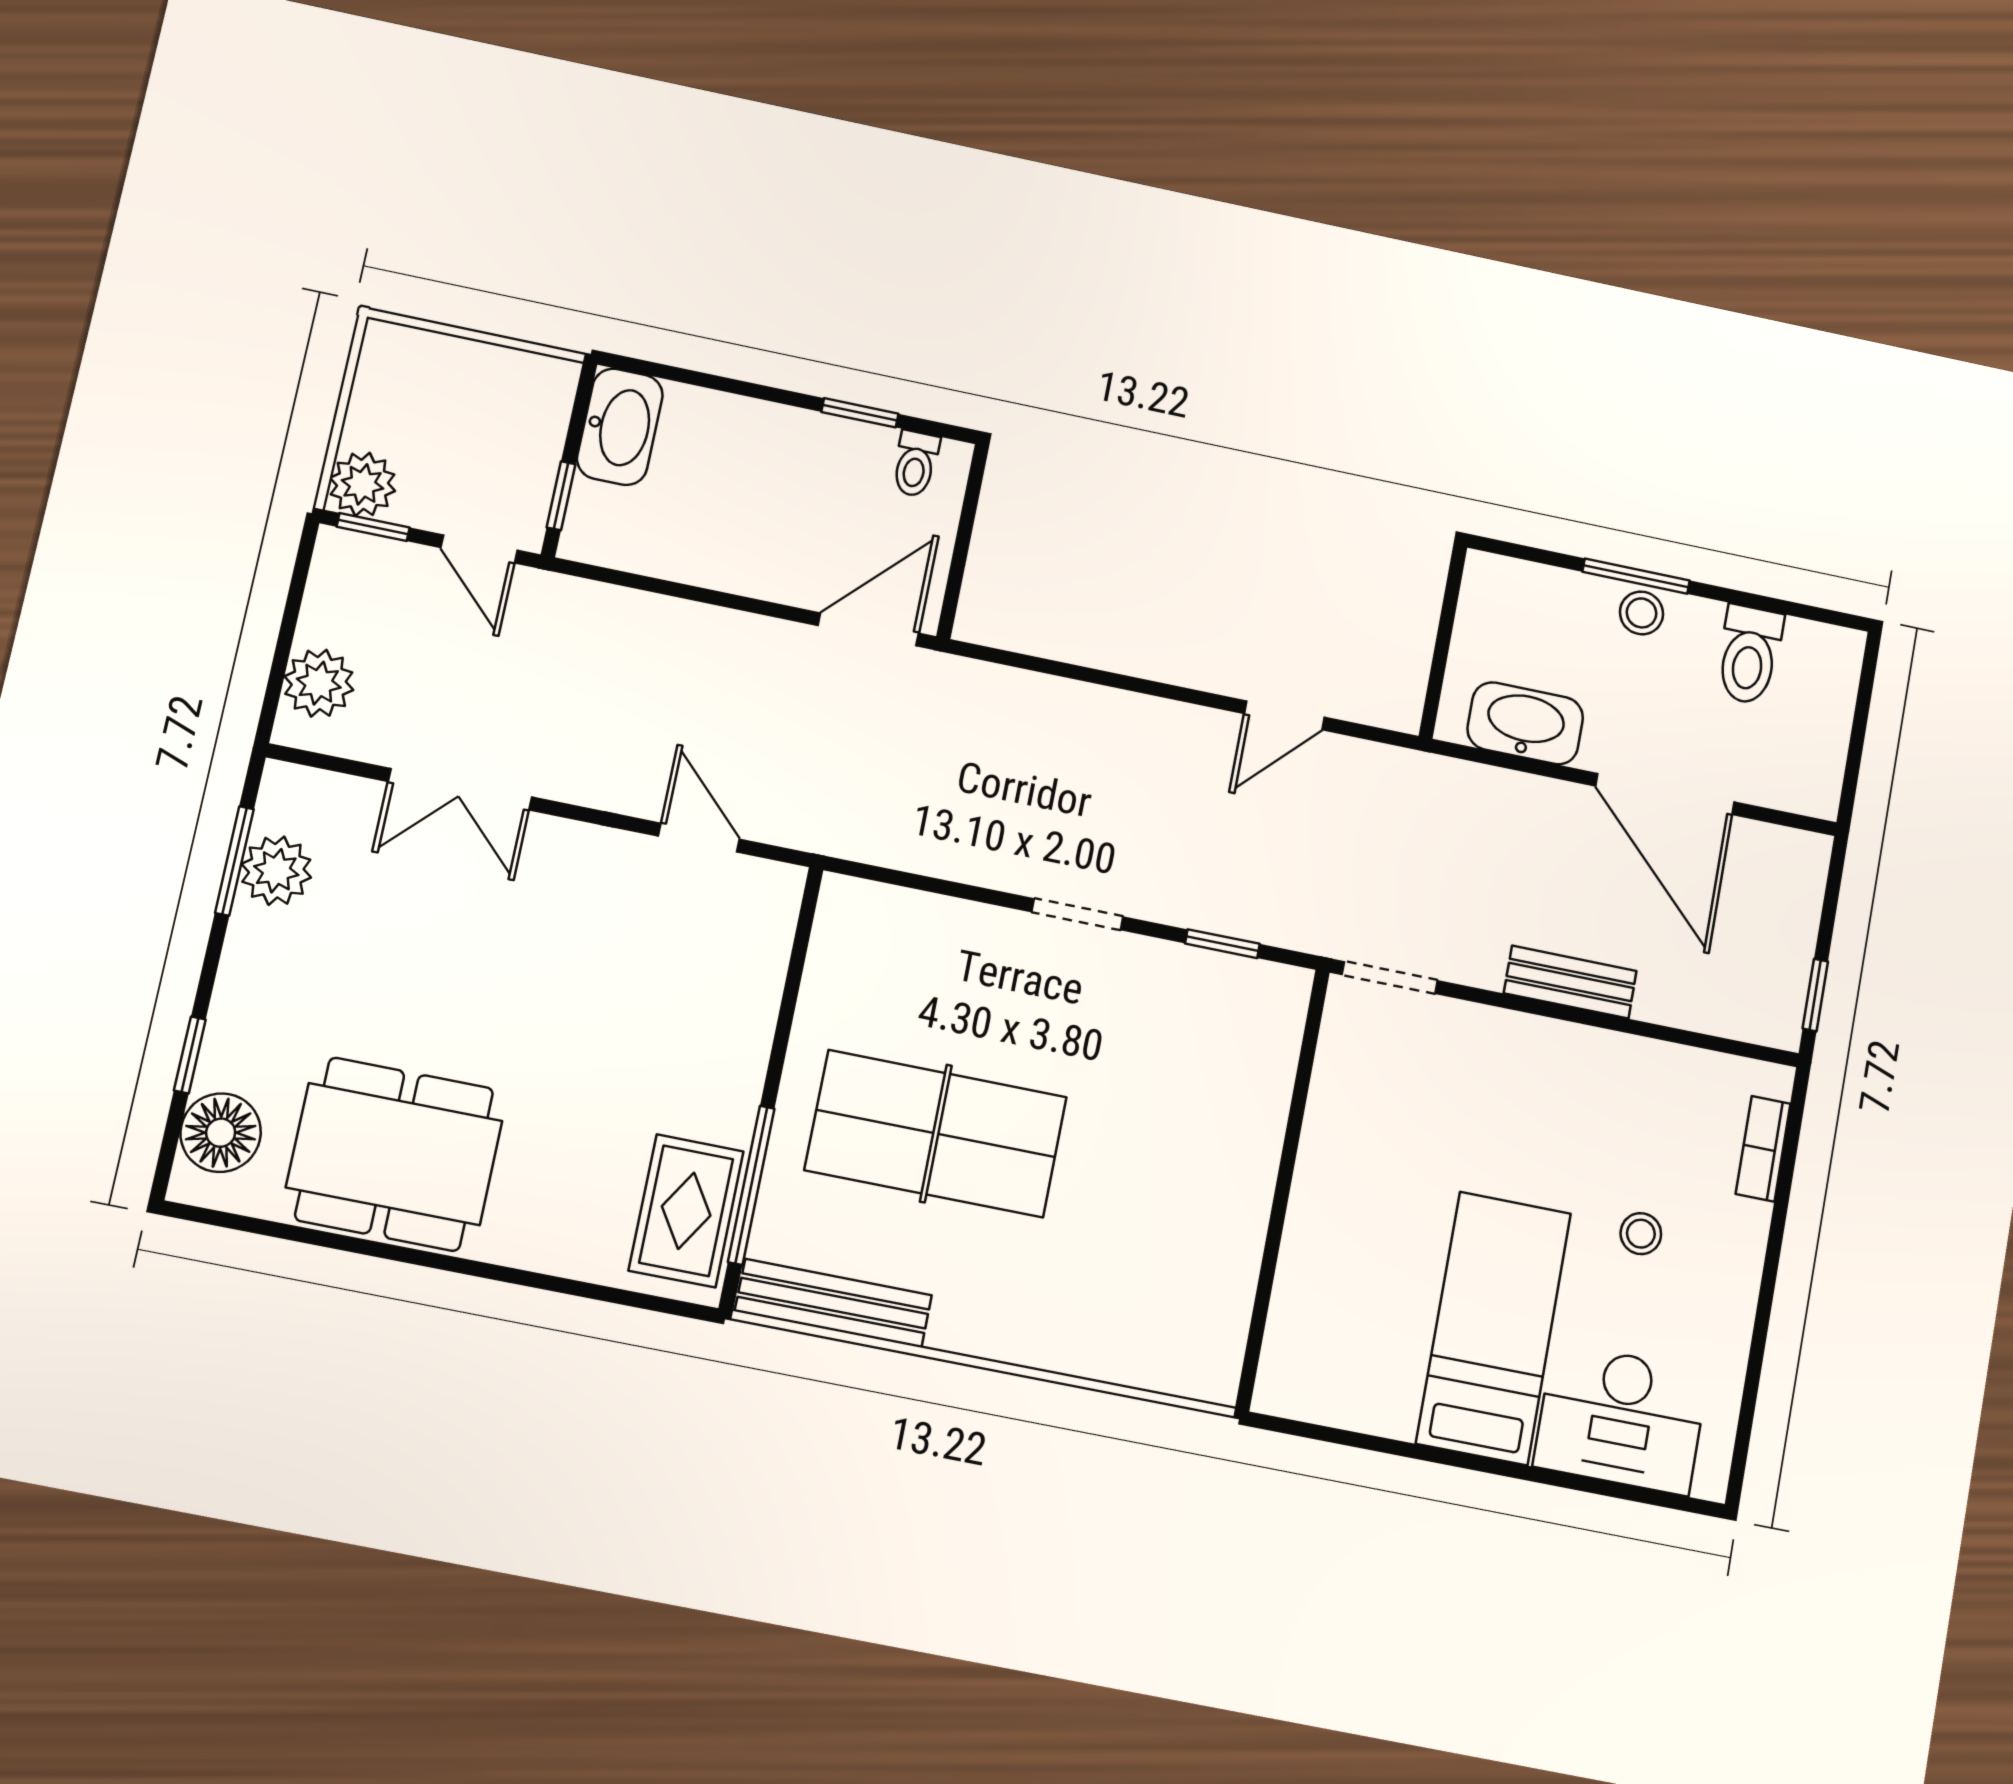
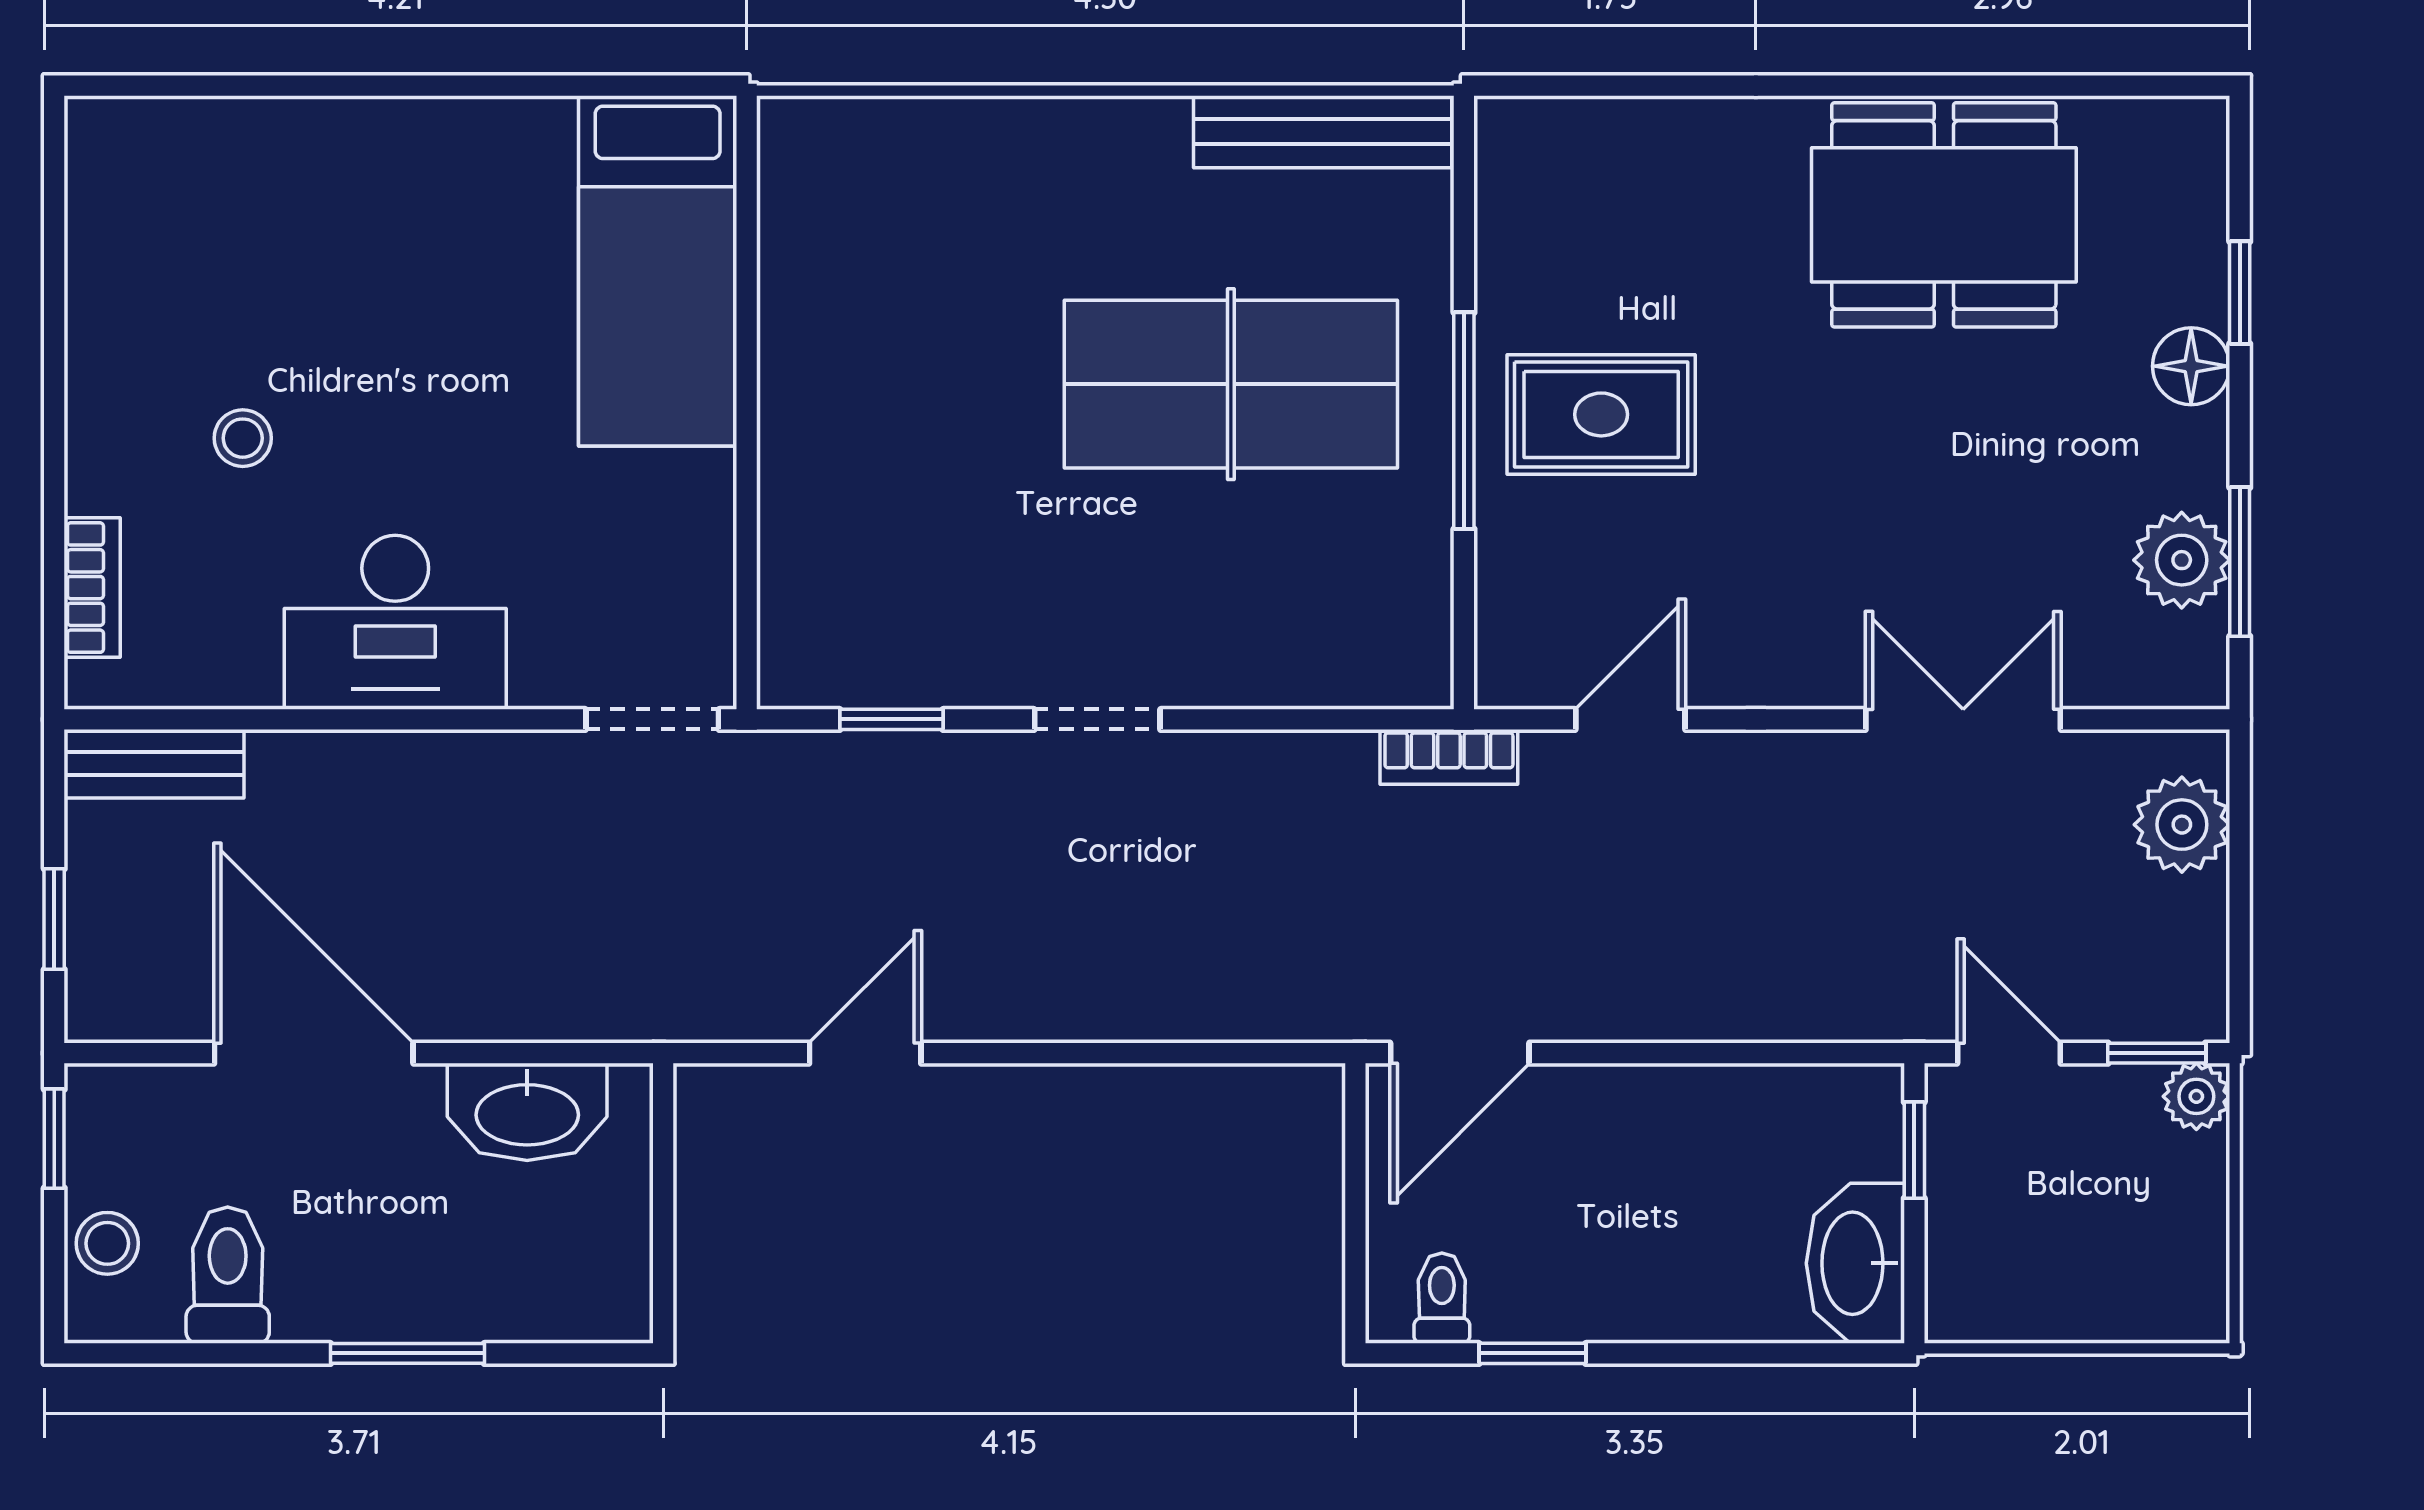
plant: (363, 484) -> (2196, 1096), width x0.73, depth x0.73
stool: (1641, 613) -> (107, 1243), moved
window: (1852, 772) -> (54, 1139), added
bookcase: (834, 837) -> (1449, 757), added
door: (699, 838) -> (1630, 719), swing flipped
bench: (1570, 982) -> (154, 764), moved
window: (1815, 995) -> (54, 919), moved
floor lamp: (221, 1133) -> (2191, 366), moved, width x0.73, depth x0.73
window: (751, 1185) -> (1464, 421), moved
rug: (686, 1211) -> (1601, 414), moved, turned 90
bed: (1494, 1328) -> (658, 271), moved
desk: (1621, 1419) -> (395, 622), moved, turned 180

